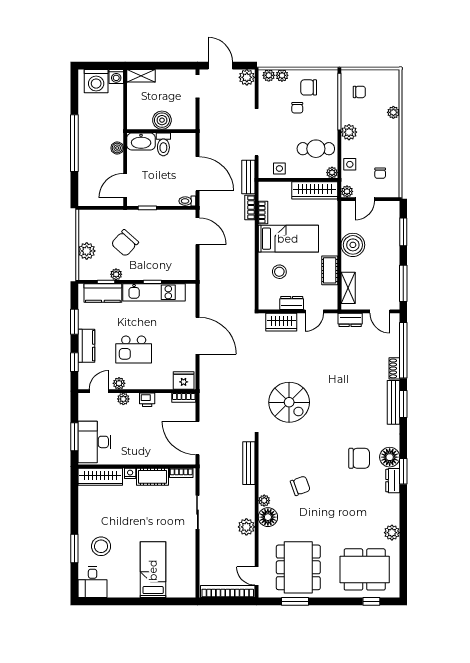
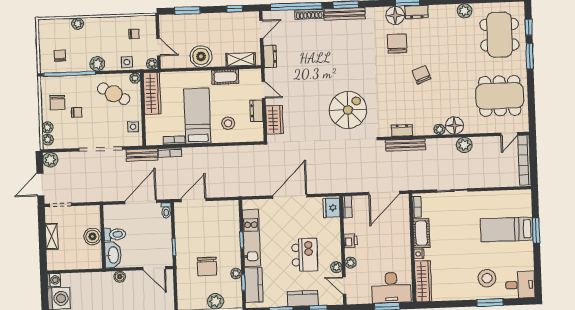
shelving: (141, 76) -> (52, 236), moved
cafe table: (316, 149) -> (114, 94), turned -61
chair: (125, 243) -> (207, 267), turned 48
window: (403, 283) -> (235, 9), width x0.46
shoe rack: (394, 368) -> (309, 14), width x1.43
dresser: (265, 460) -> (402, 130), added
chair: (300, 486) -> (422, 75), moved
window: (151, 601) -> (536, 230), added
window: (295, 601) -> (530, 56), moved

